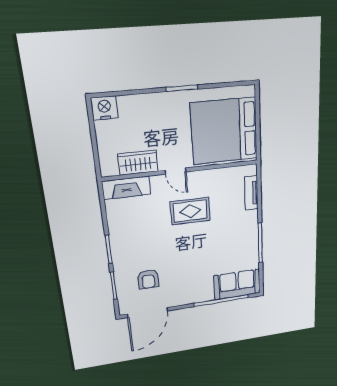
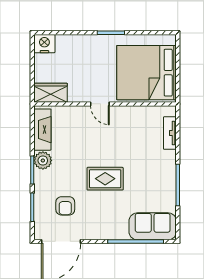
wardrobe: (138, 163) -> (51, 93), moved
fireplace: (126, 188) -> (42, 130), moved, turned -90
rug: (190, 211) -> (105, 179), moved
plant: (119, 238) -> (43, 160), added

